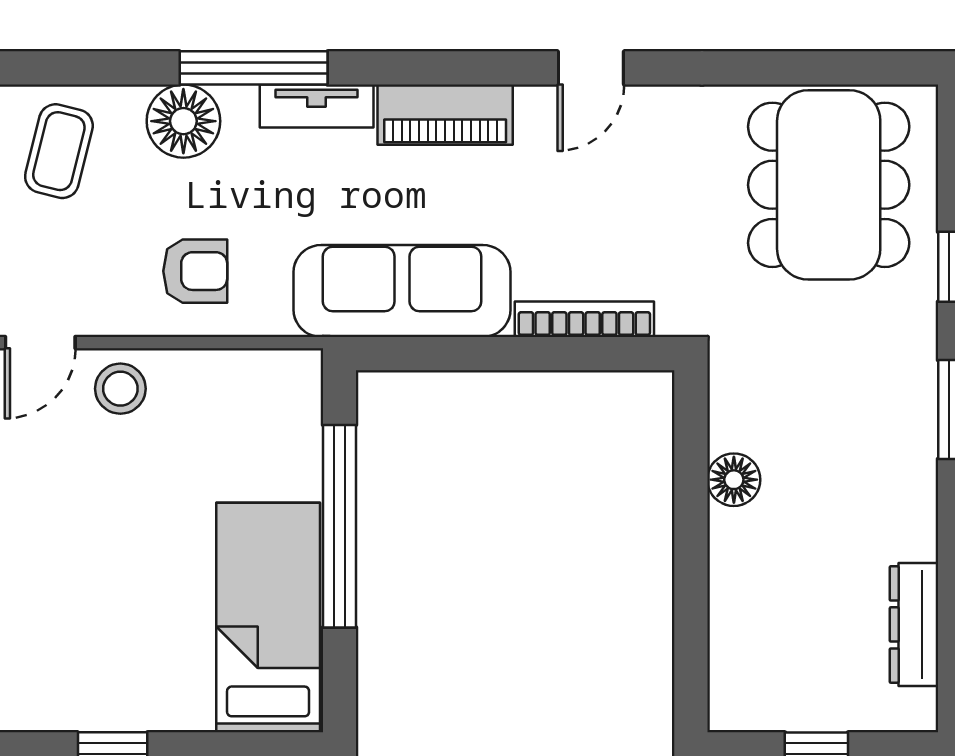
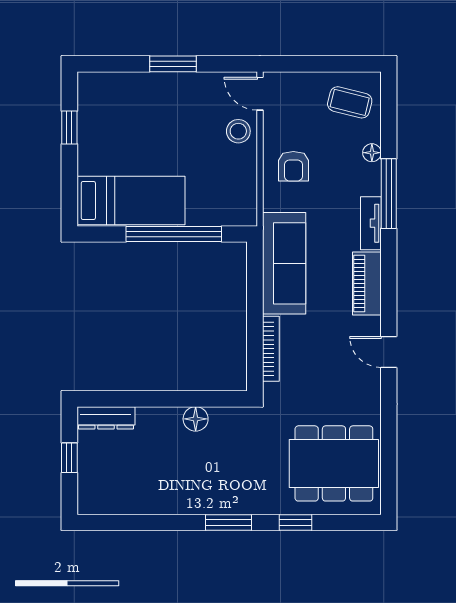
floor lamp: (183, 121) -> (372, 153), width x0.53, depth x0.53
dresser: (914, 624) -> (106, 418), moved, turned 180

